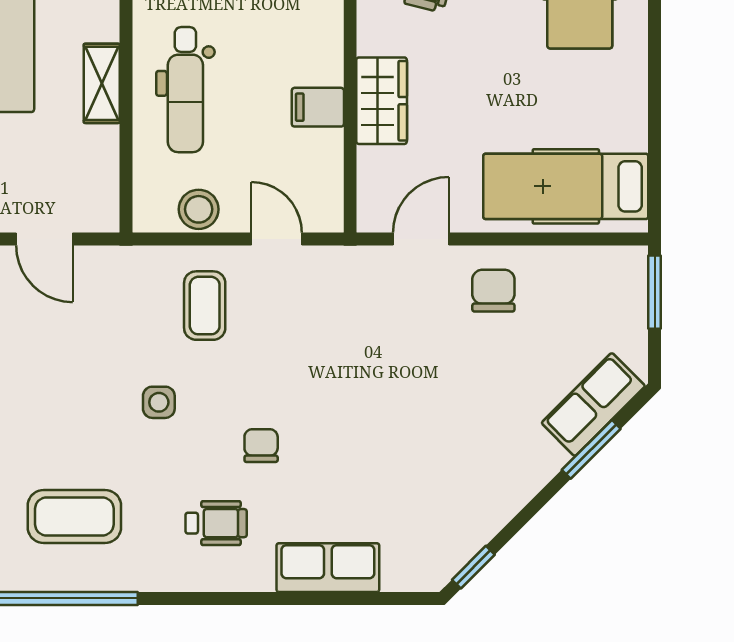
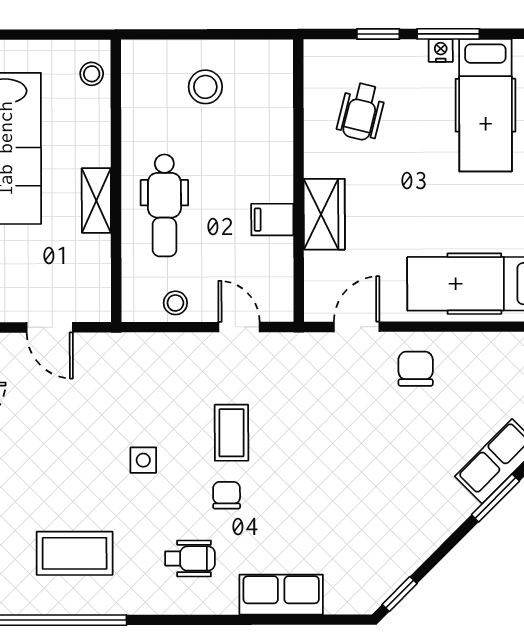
stool: (199, 209) -> (175, 303), width x0.73, depth x0.73
coffee table: (205, 306) -> (232, 433), moved

